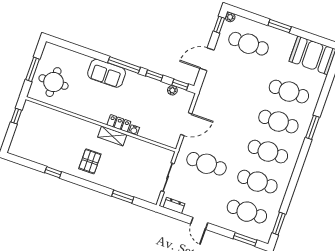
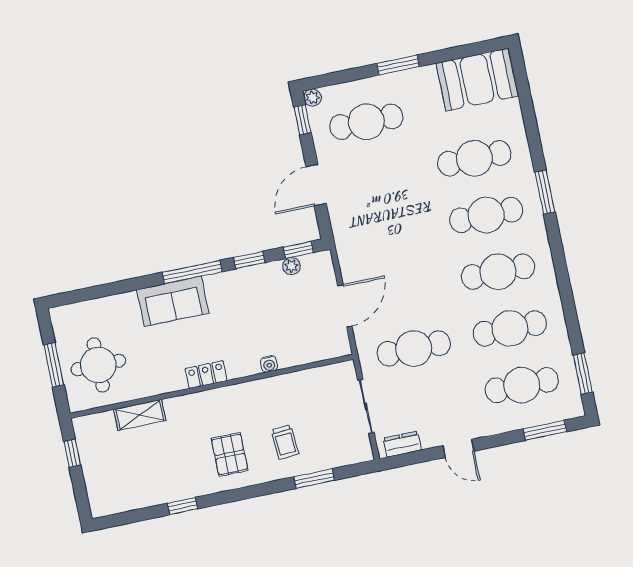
locker: (119, 123) -> (206, 374), moved
shelving: (112, 136) -> (140, 415), moved
trolley: (119, 171) -> (285, 442), added

